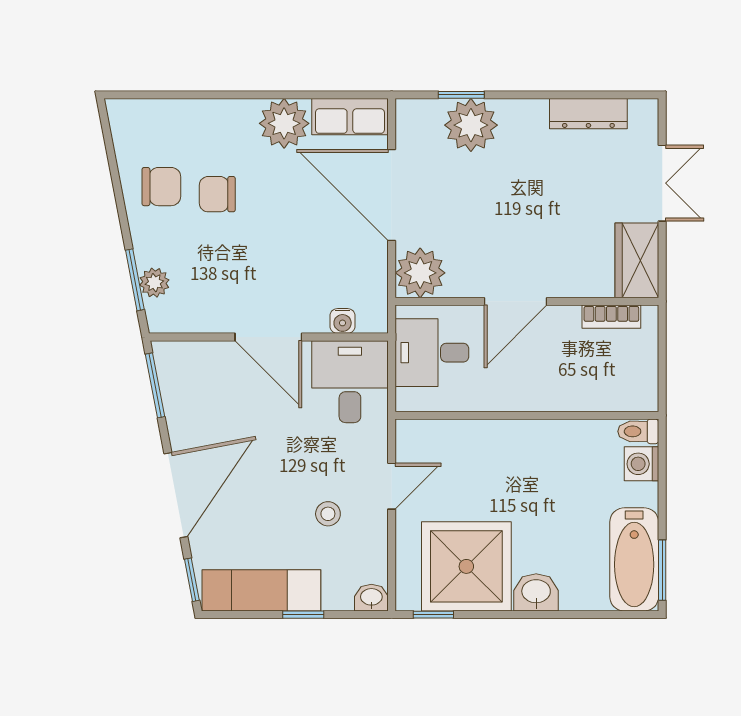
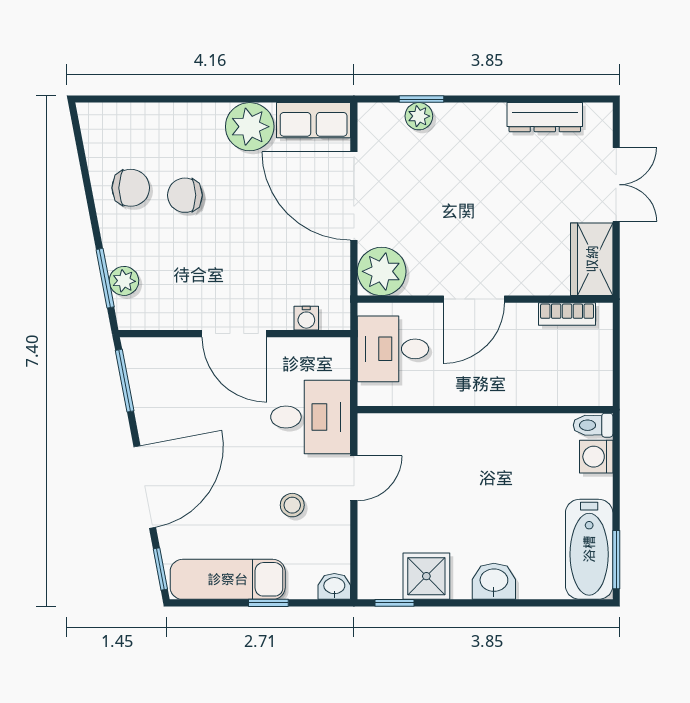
plant: (471, 125) -> (419, 116), width x0.53, depth x0.53
desk: (350, 382) -> (311, 417), moved, turned 90
shower: (466, 566) -> (426, 576), width x0.54, depth x0.54

